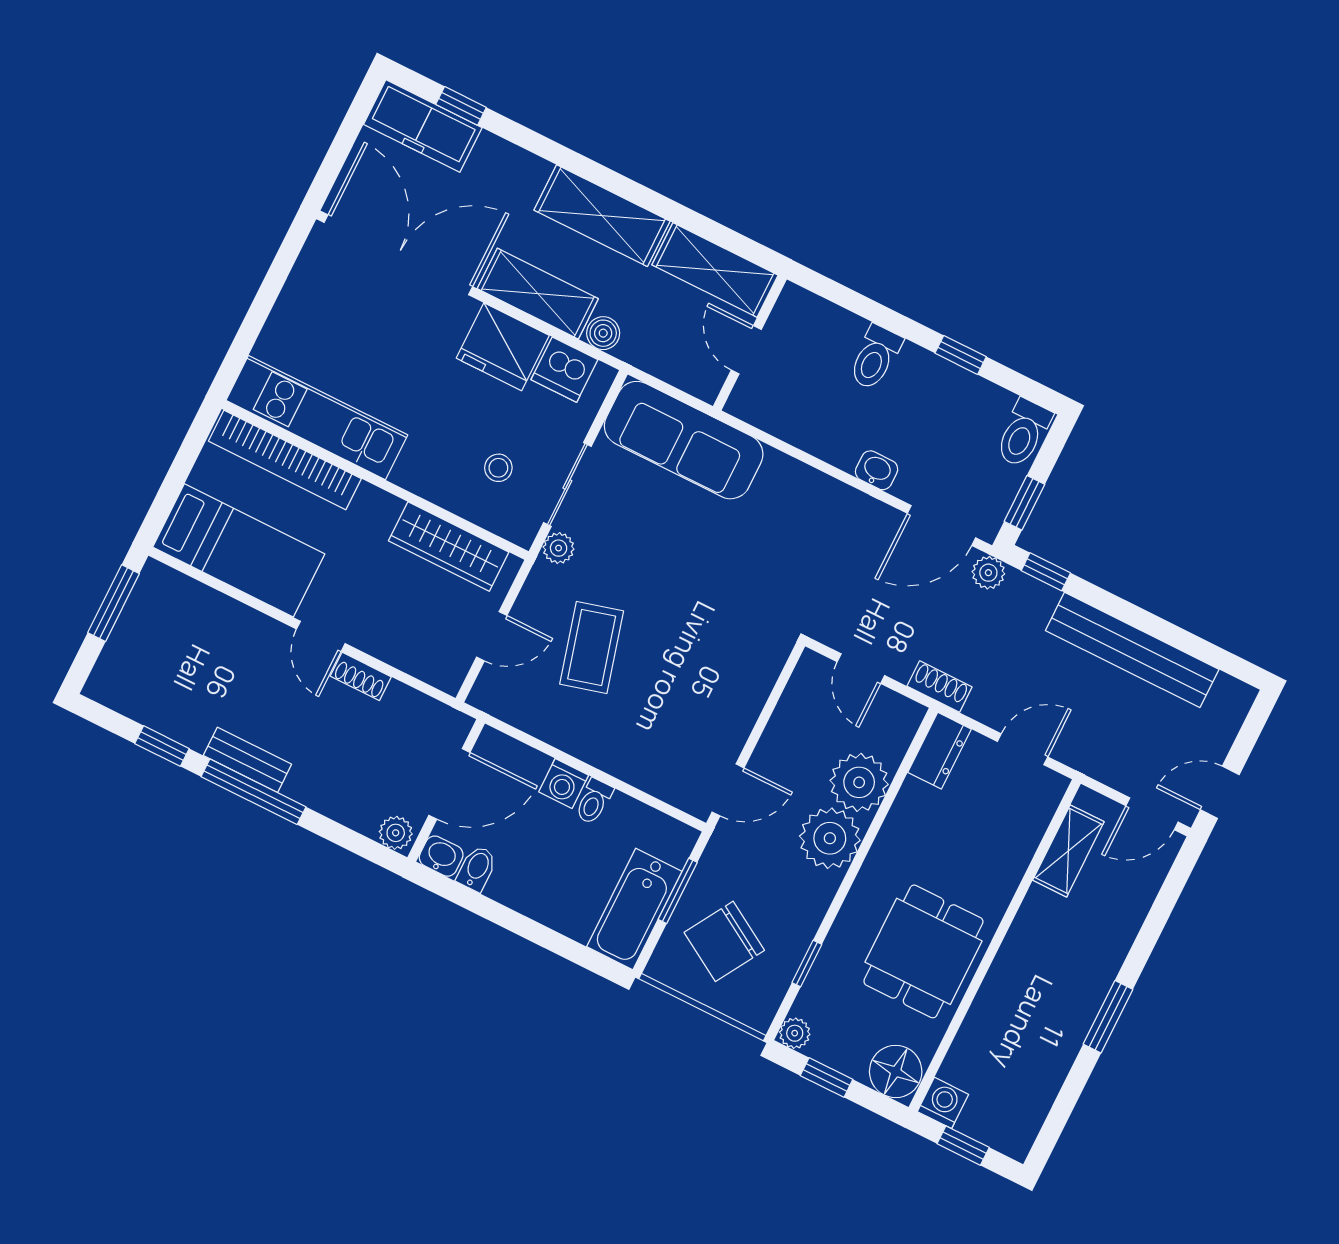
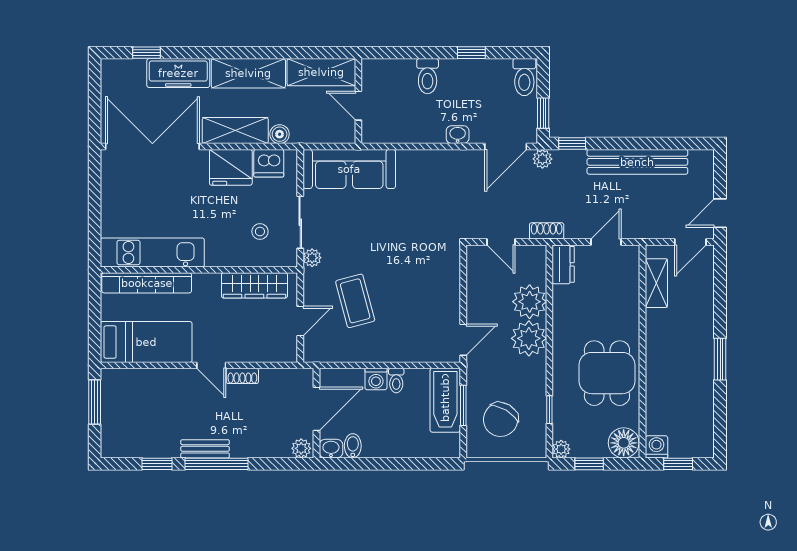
freezer: (423, 126) -> (178, 73), moved
bathtub: (634, 909) -> (445, 400), moved

